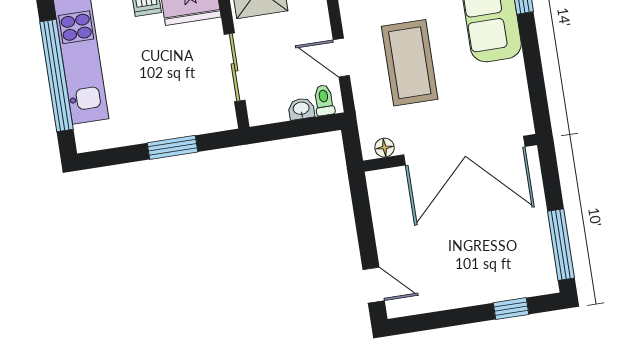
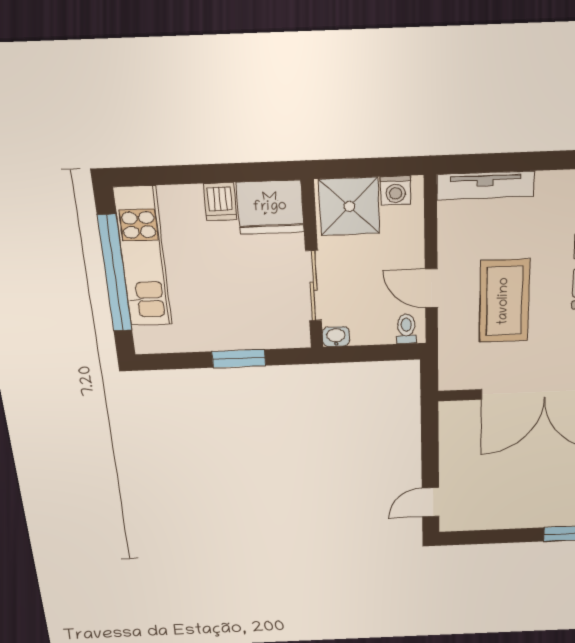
washbasin: (301, 109) -> (336, 337), moved
floor lamp: (384, 148) -> (463, 381), removed
door: (374, 285) -> (430, 502), swing flipped

